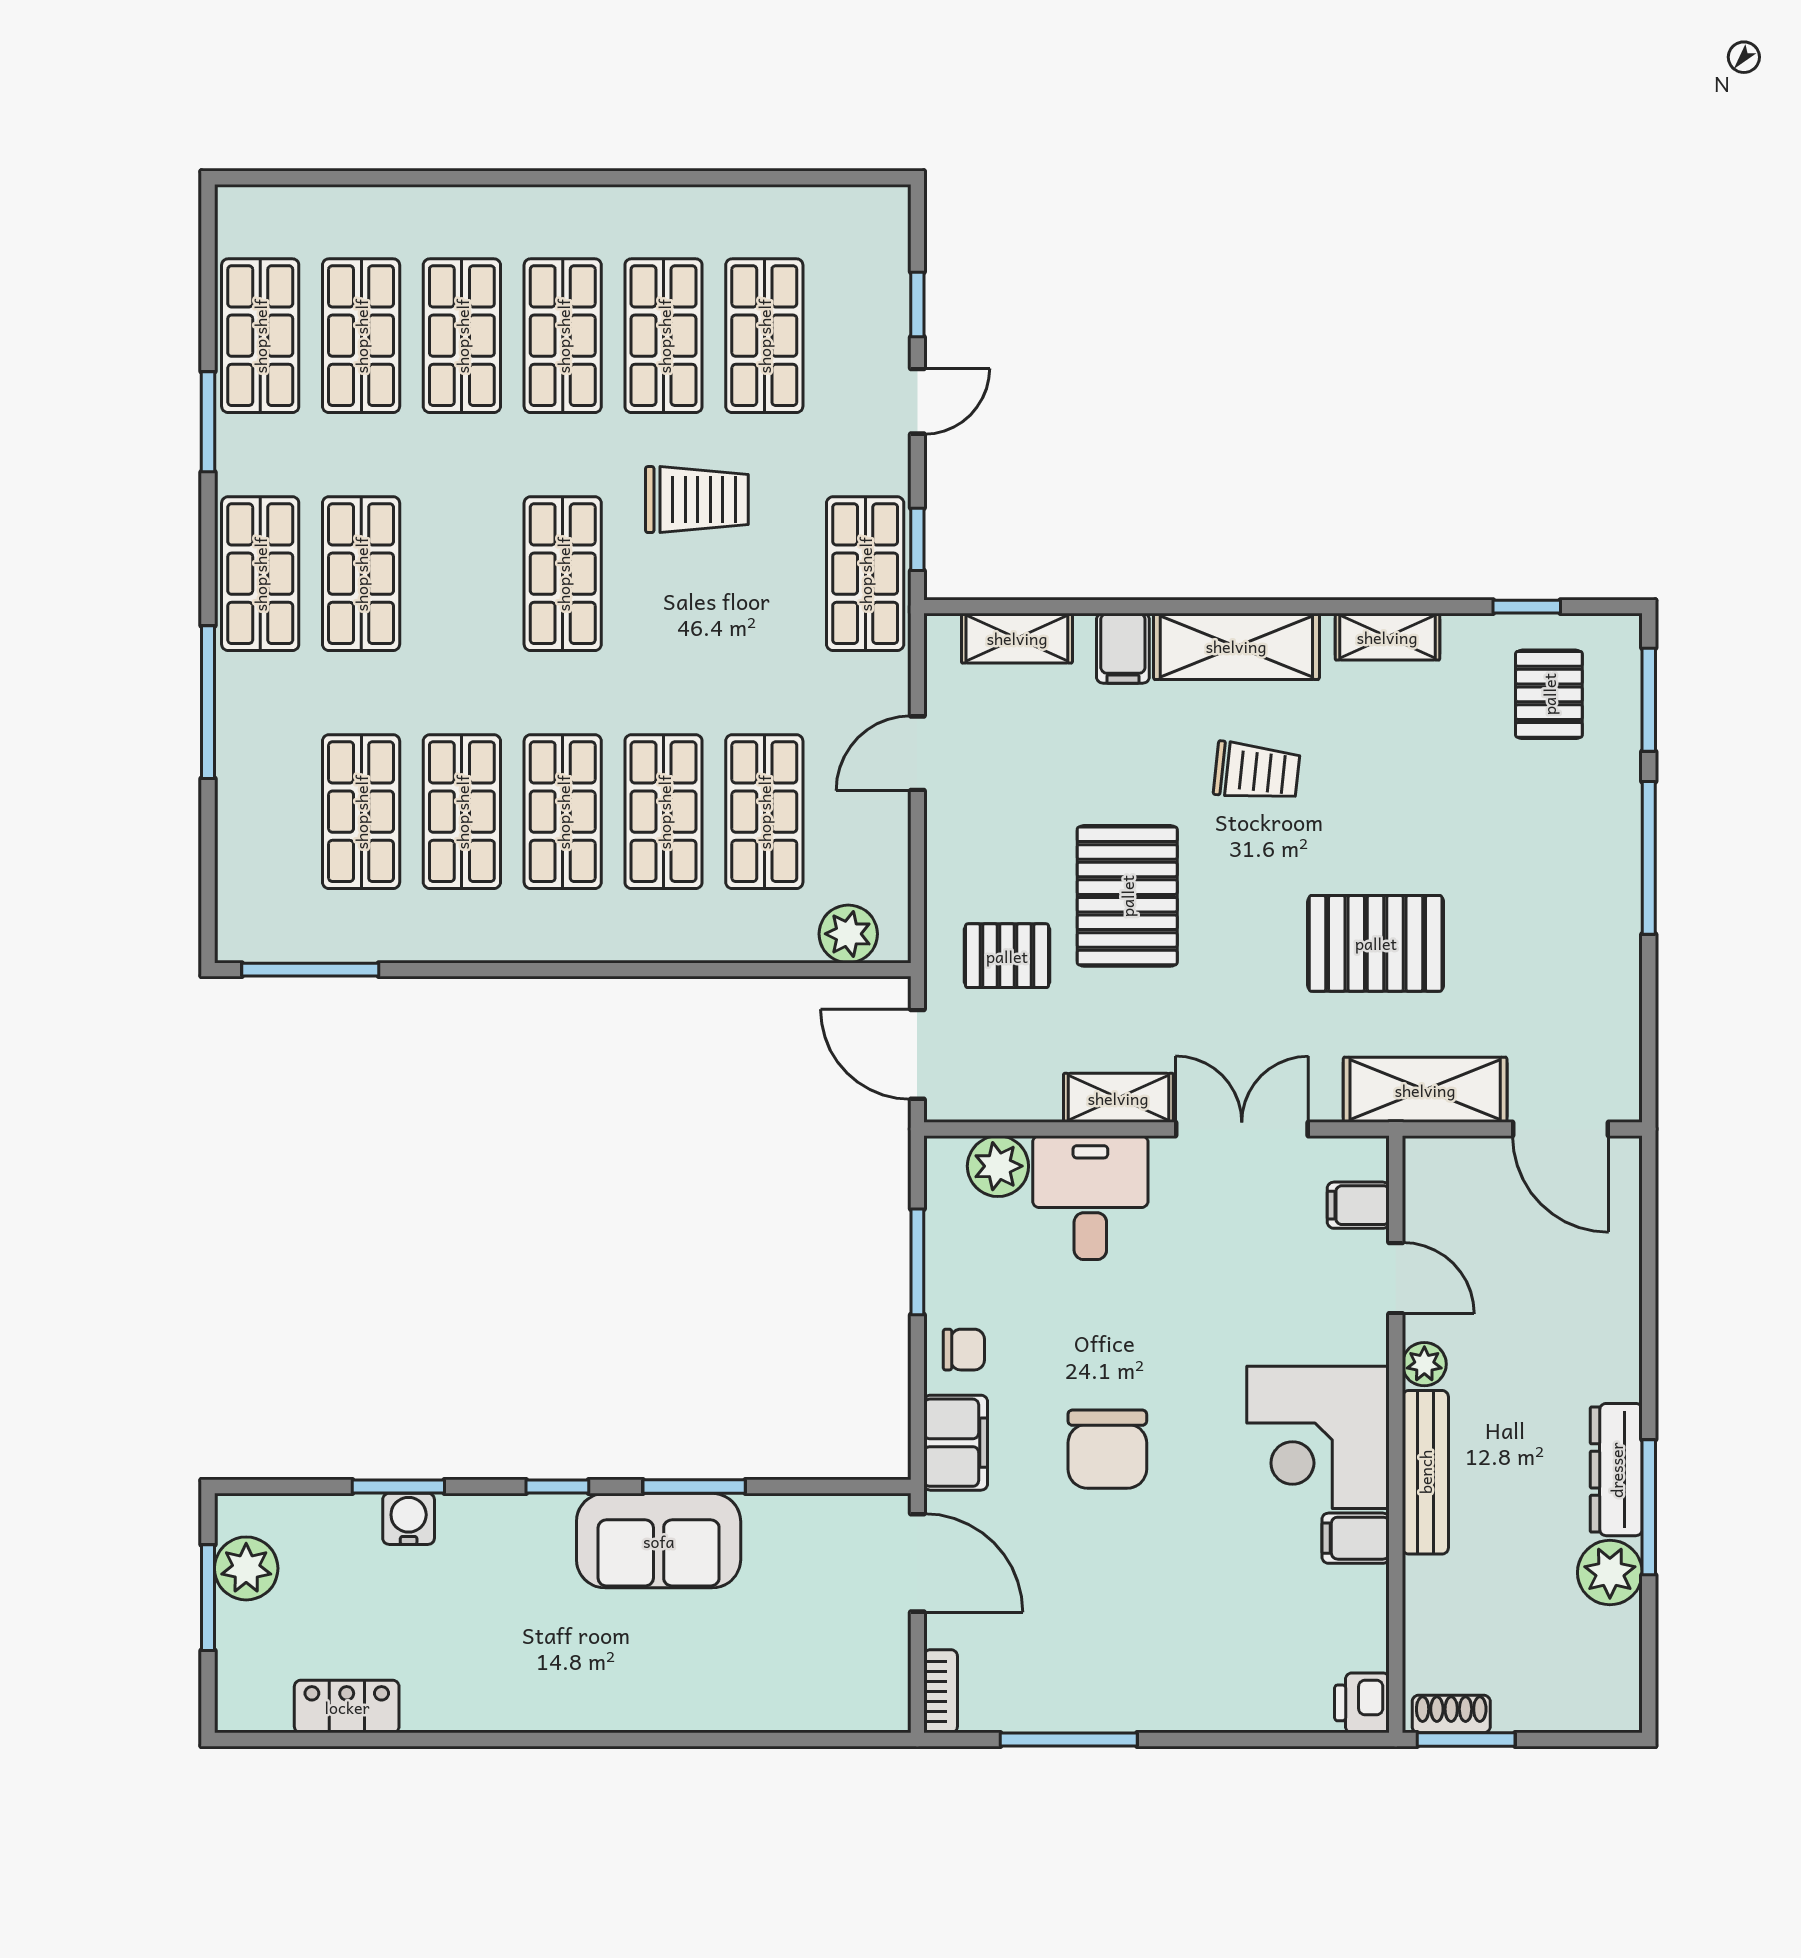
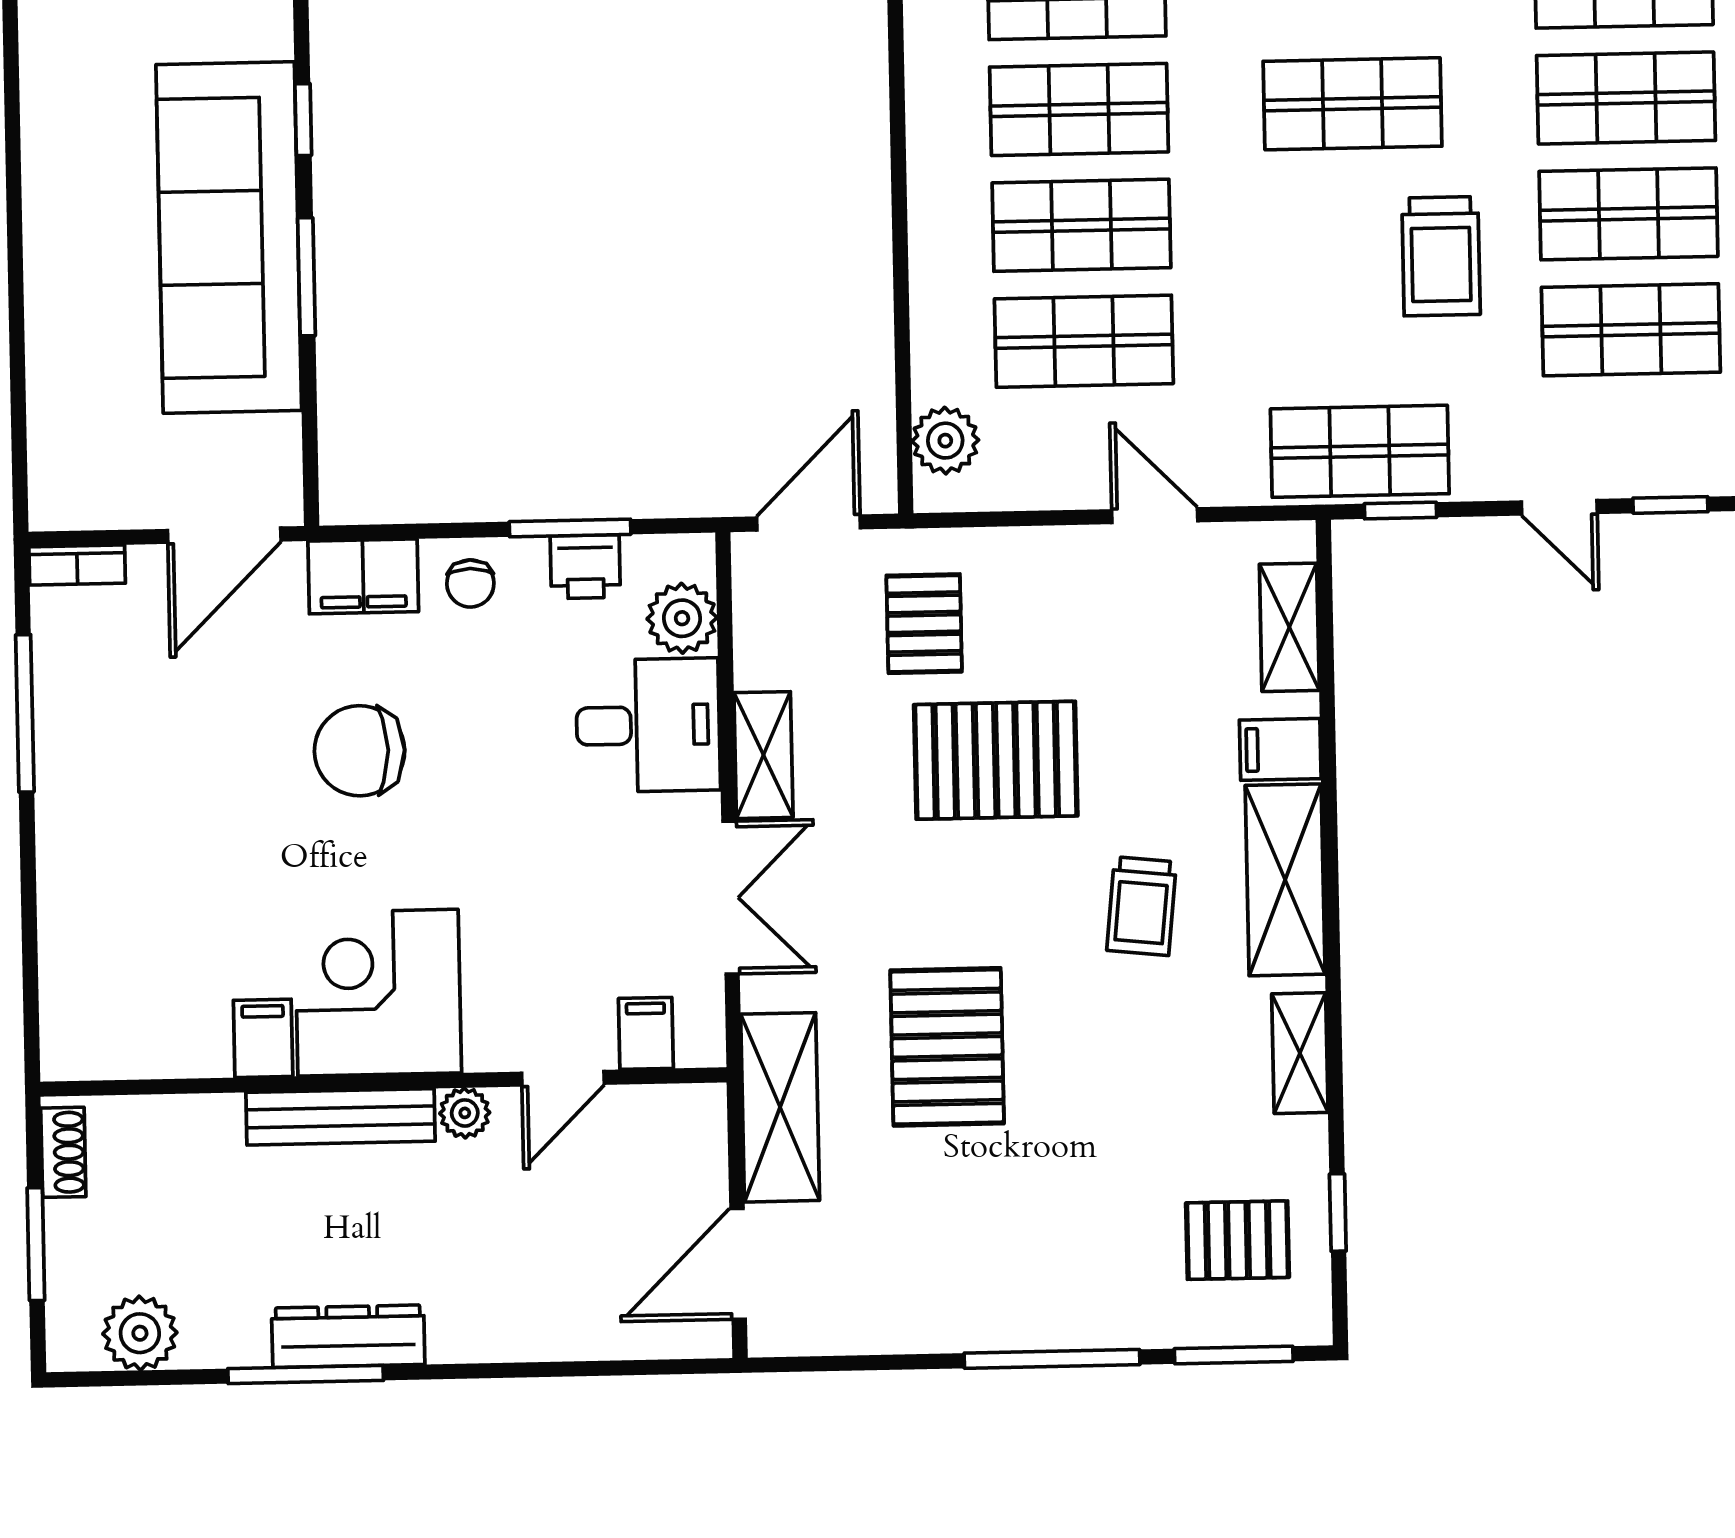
sofa: (659, 1541) -> (229, 238), width x1.85, depth x1.27
plant: (1610, 1573) -> (140, 1333), moved
printer: (1362, 1703) -> (585, 567), moved, turned 180
window: (1466, 1740) -> (36, 1244), moved

